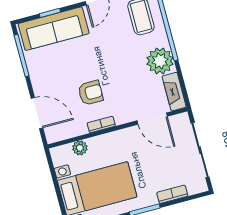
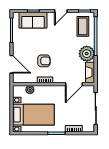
sofa: (54, 29) -> (33, 20), width x0.73
door: (152, 119) -> (74, 84), hinge flipped

